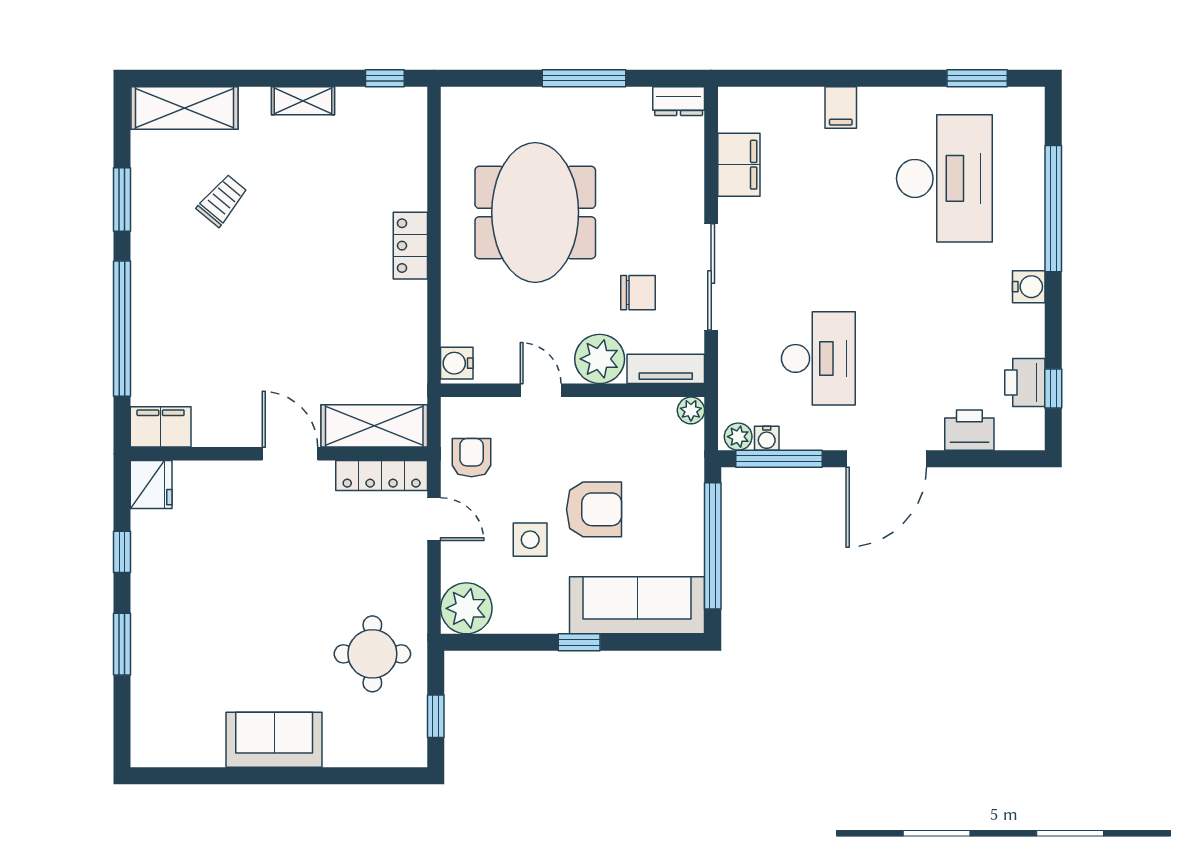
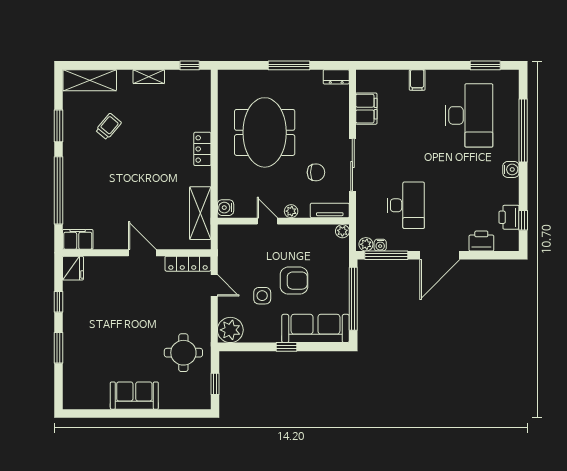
plant: (600, 359) -> (291, 211), width x0.53, depth x0.53
shelving: (374, 426) -> (200, 213), moved, turned 90
armchair: (472, 458) -> (233, 255), removed

